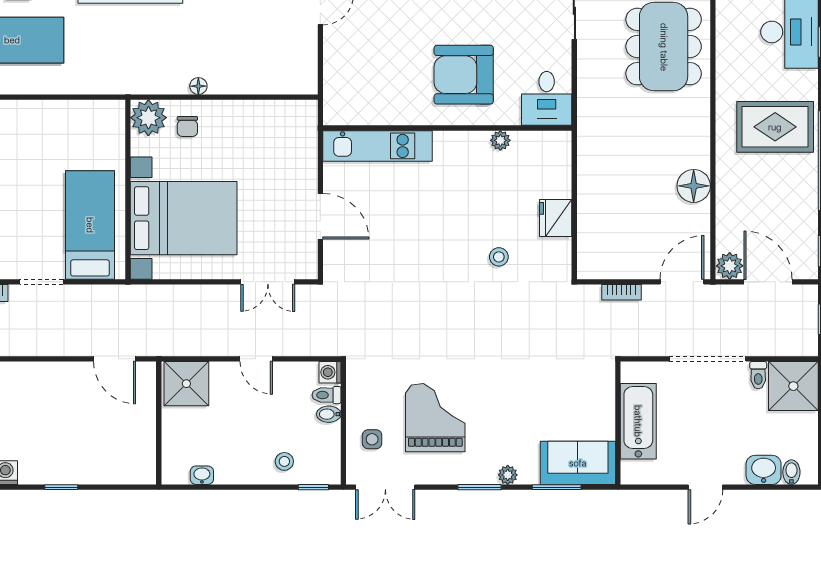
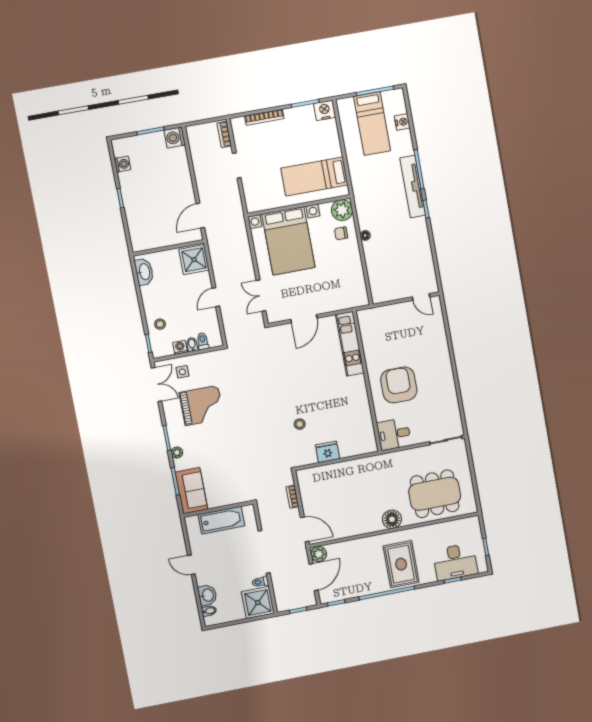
plant: (500, 140) -> (366, 413), removed
floor lamp: (694, 186) -> (392, 519), moved
bed: (90, 225) -> (314, 176), moved, turned 180
washing machine: (330, 372) -> (180, 347), moved
washbasin: (202, 475) -> (144, 272), width x1.91, depth x1.45
double door: (385, 487) -> (156, 384), swing flipped

